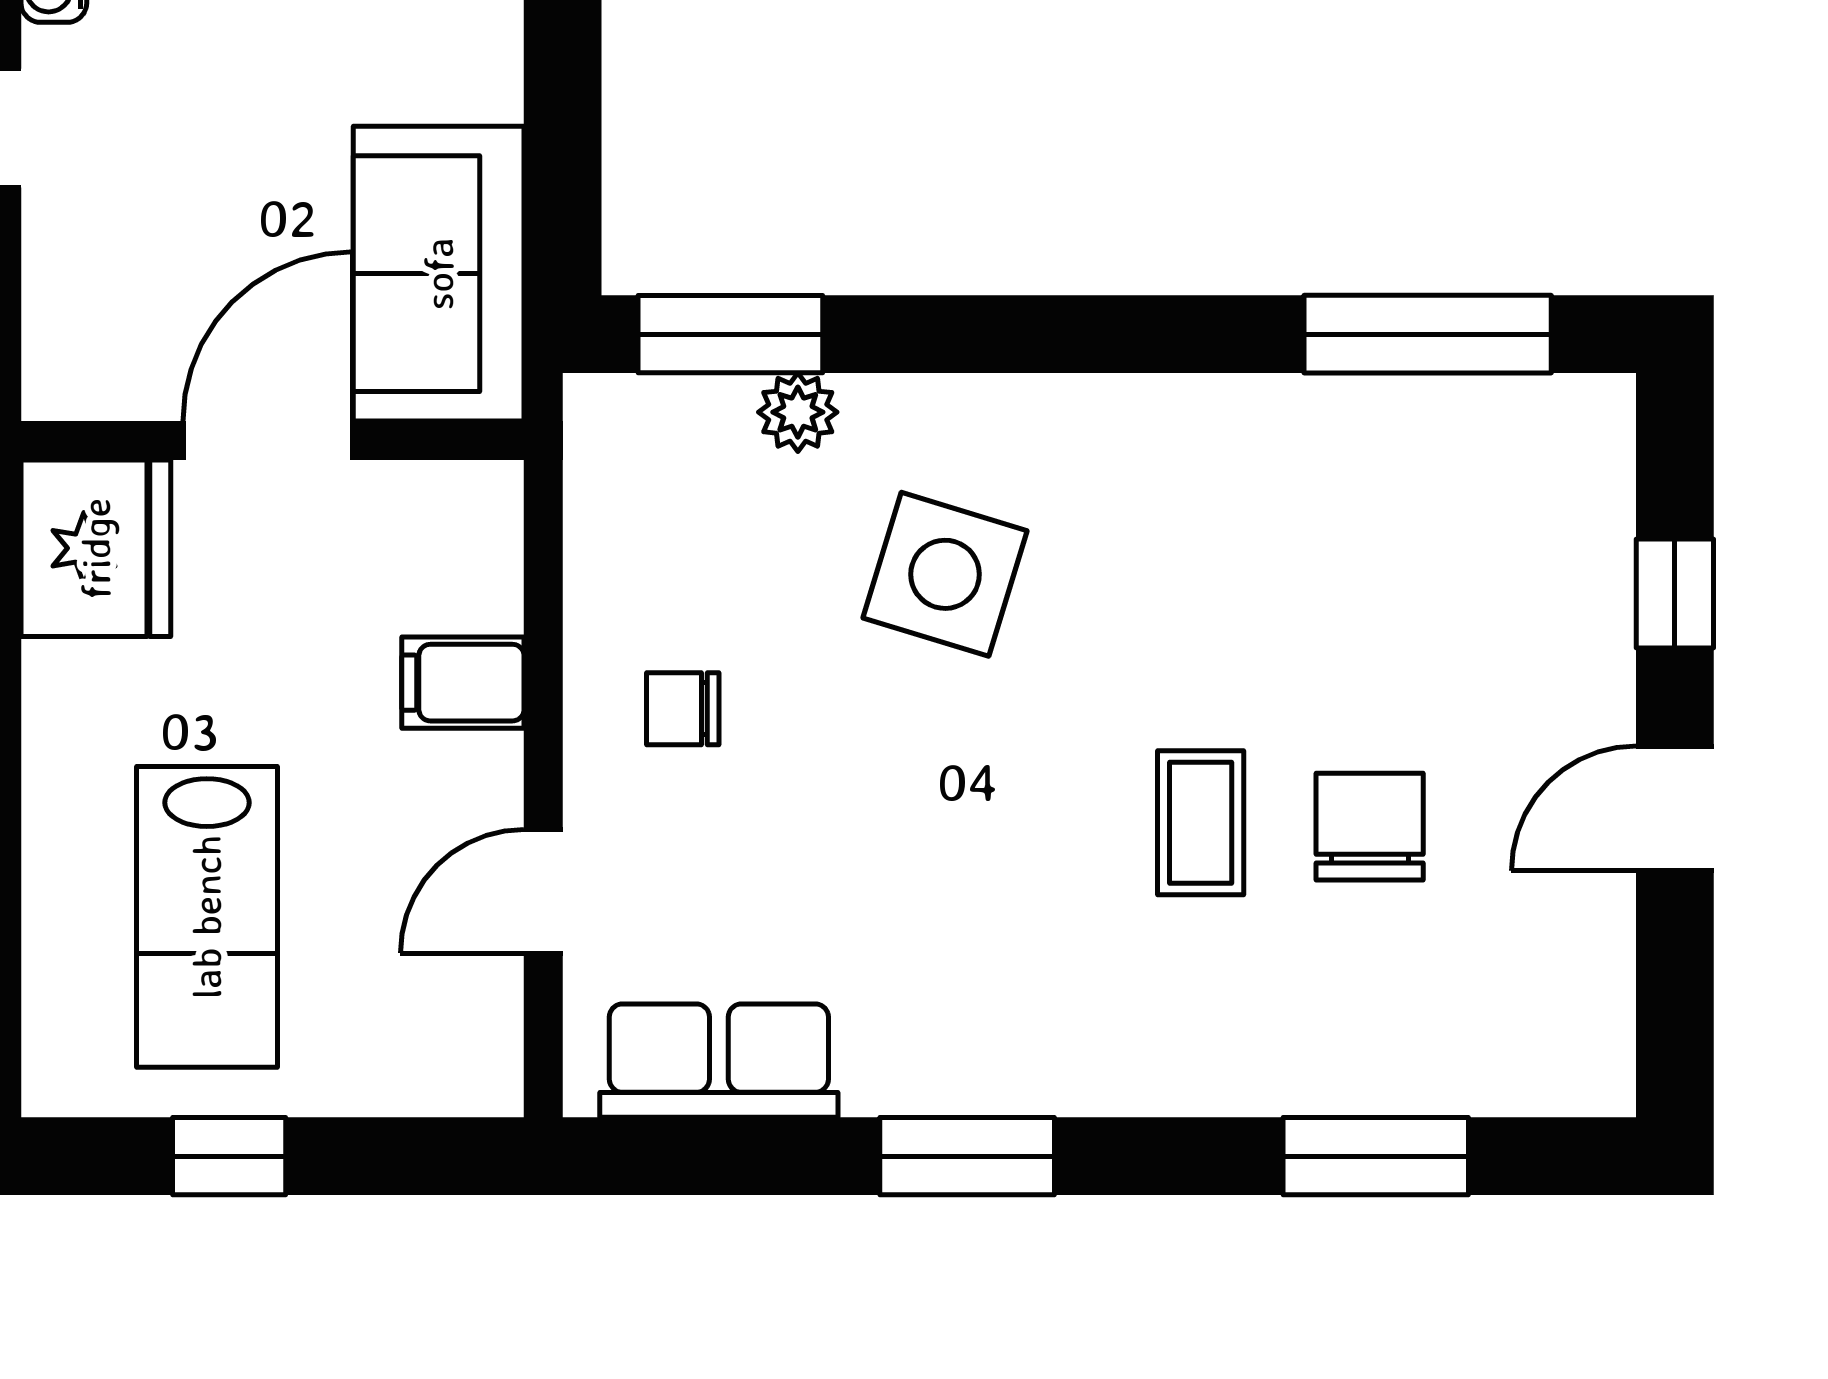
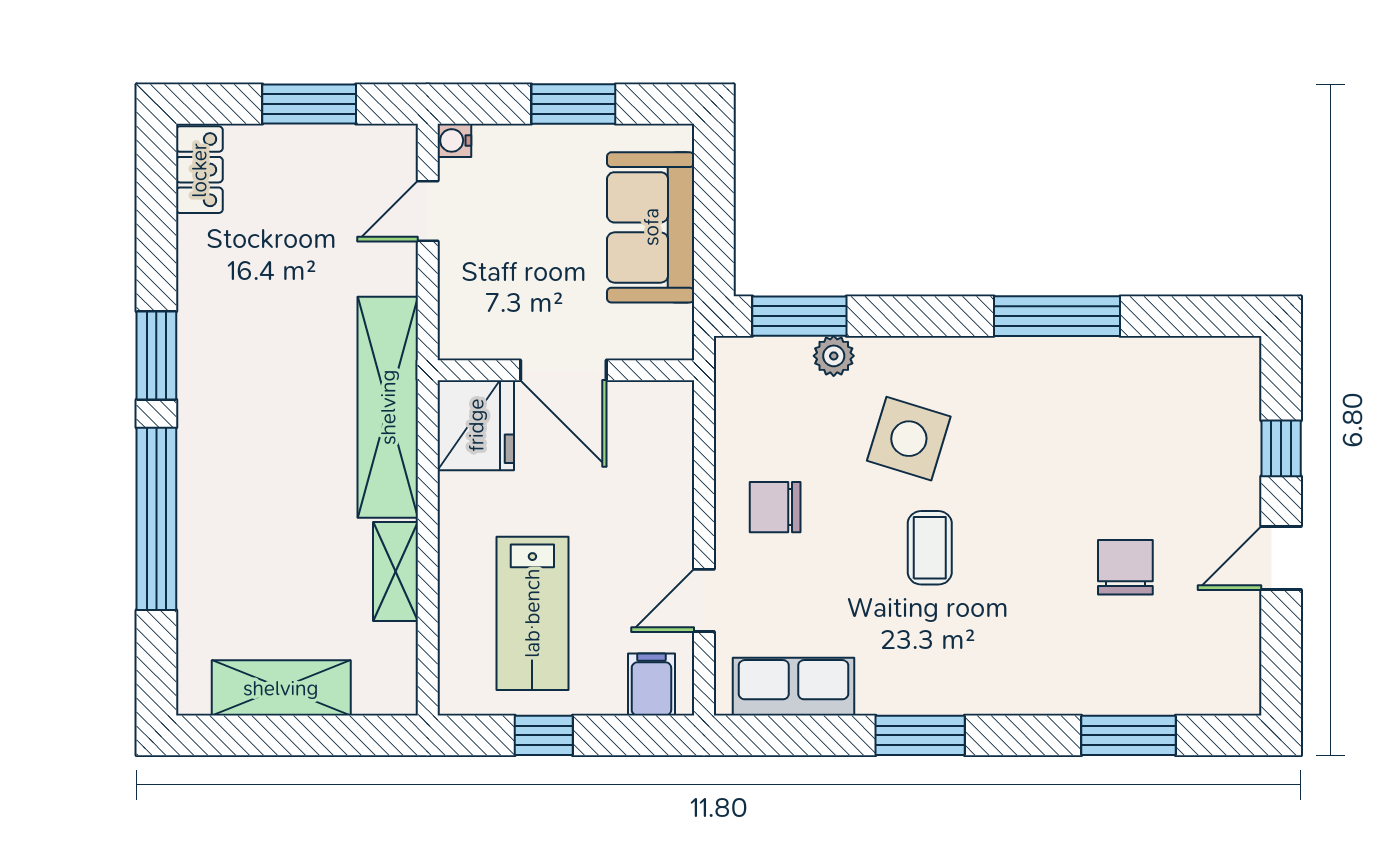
sofa: (439, 274) -> (651, 227), moved
window: (1428, 334) -> (1057, 316), moved
door: (268, 440) -> (563, 370), swing flipped
filing cabinet: (463, 683) -> (651, 685), moved, turned 90
chair: (683, 709) -> (775, 507), width x1.37, depth x1.37
coffee table: (1201, 823) -> (930, 548), moved

